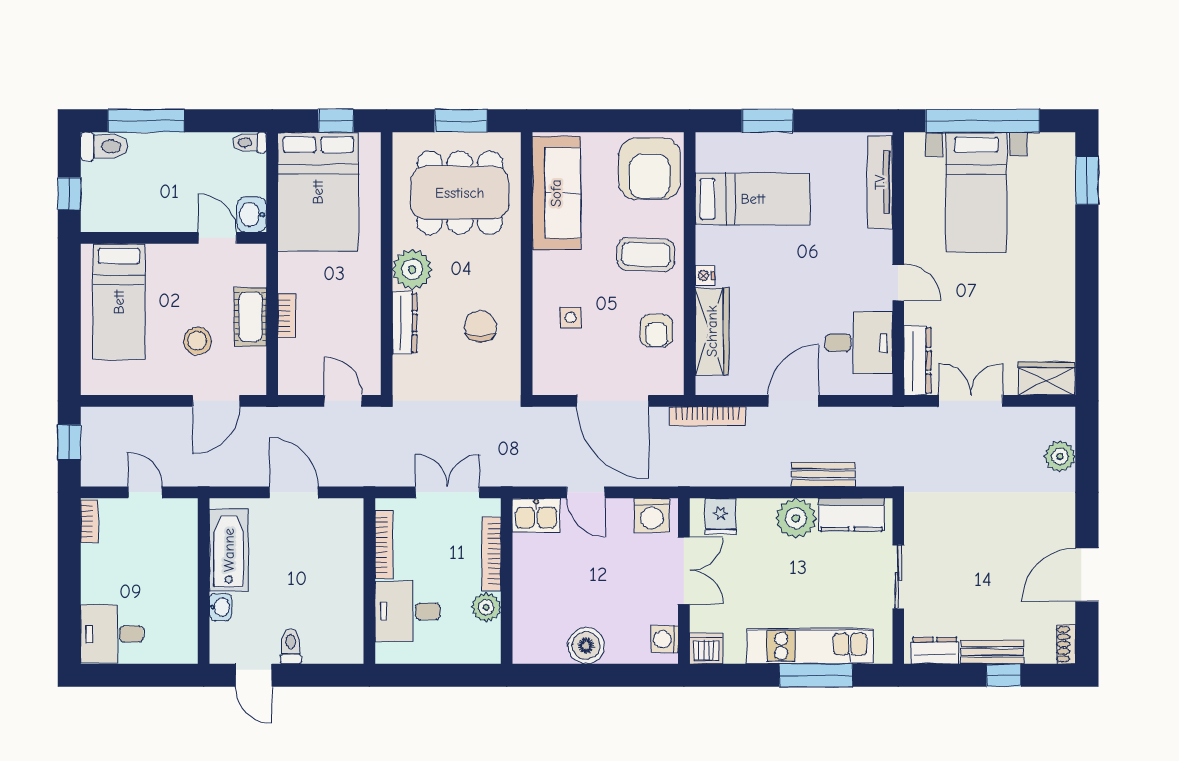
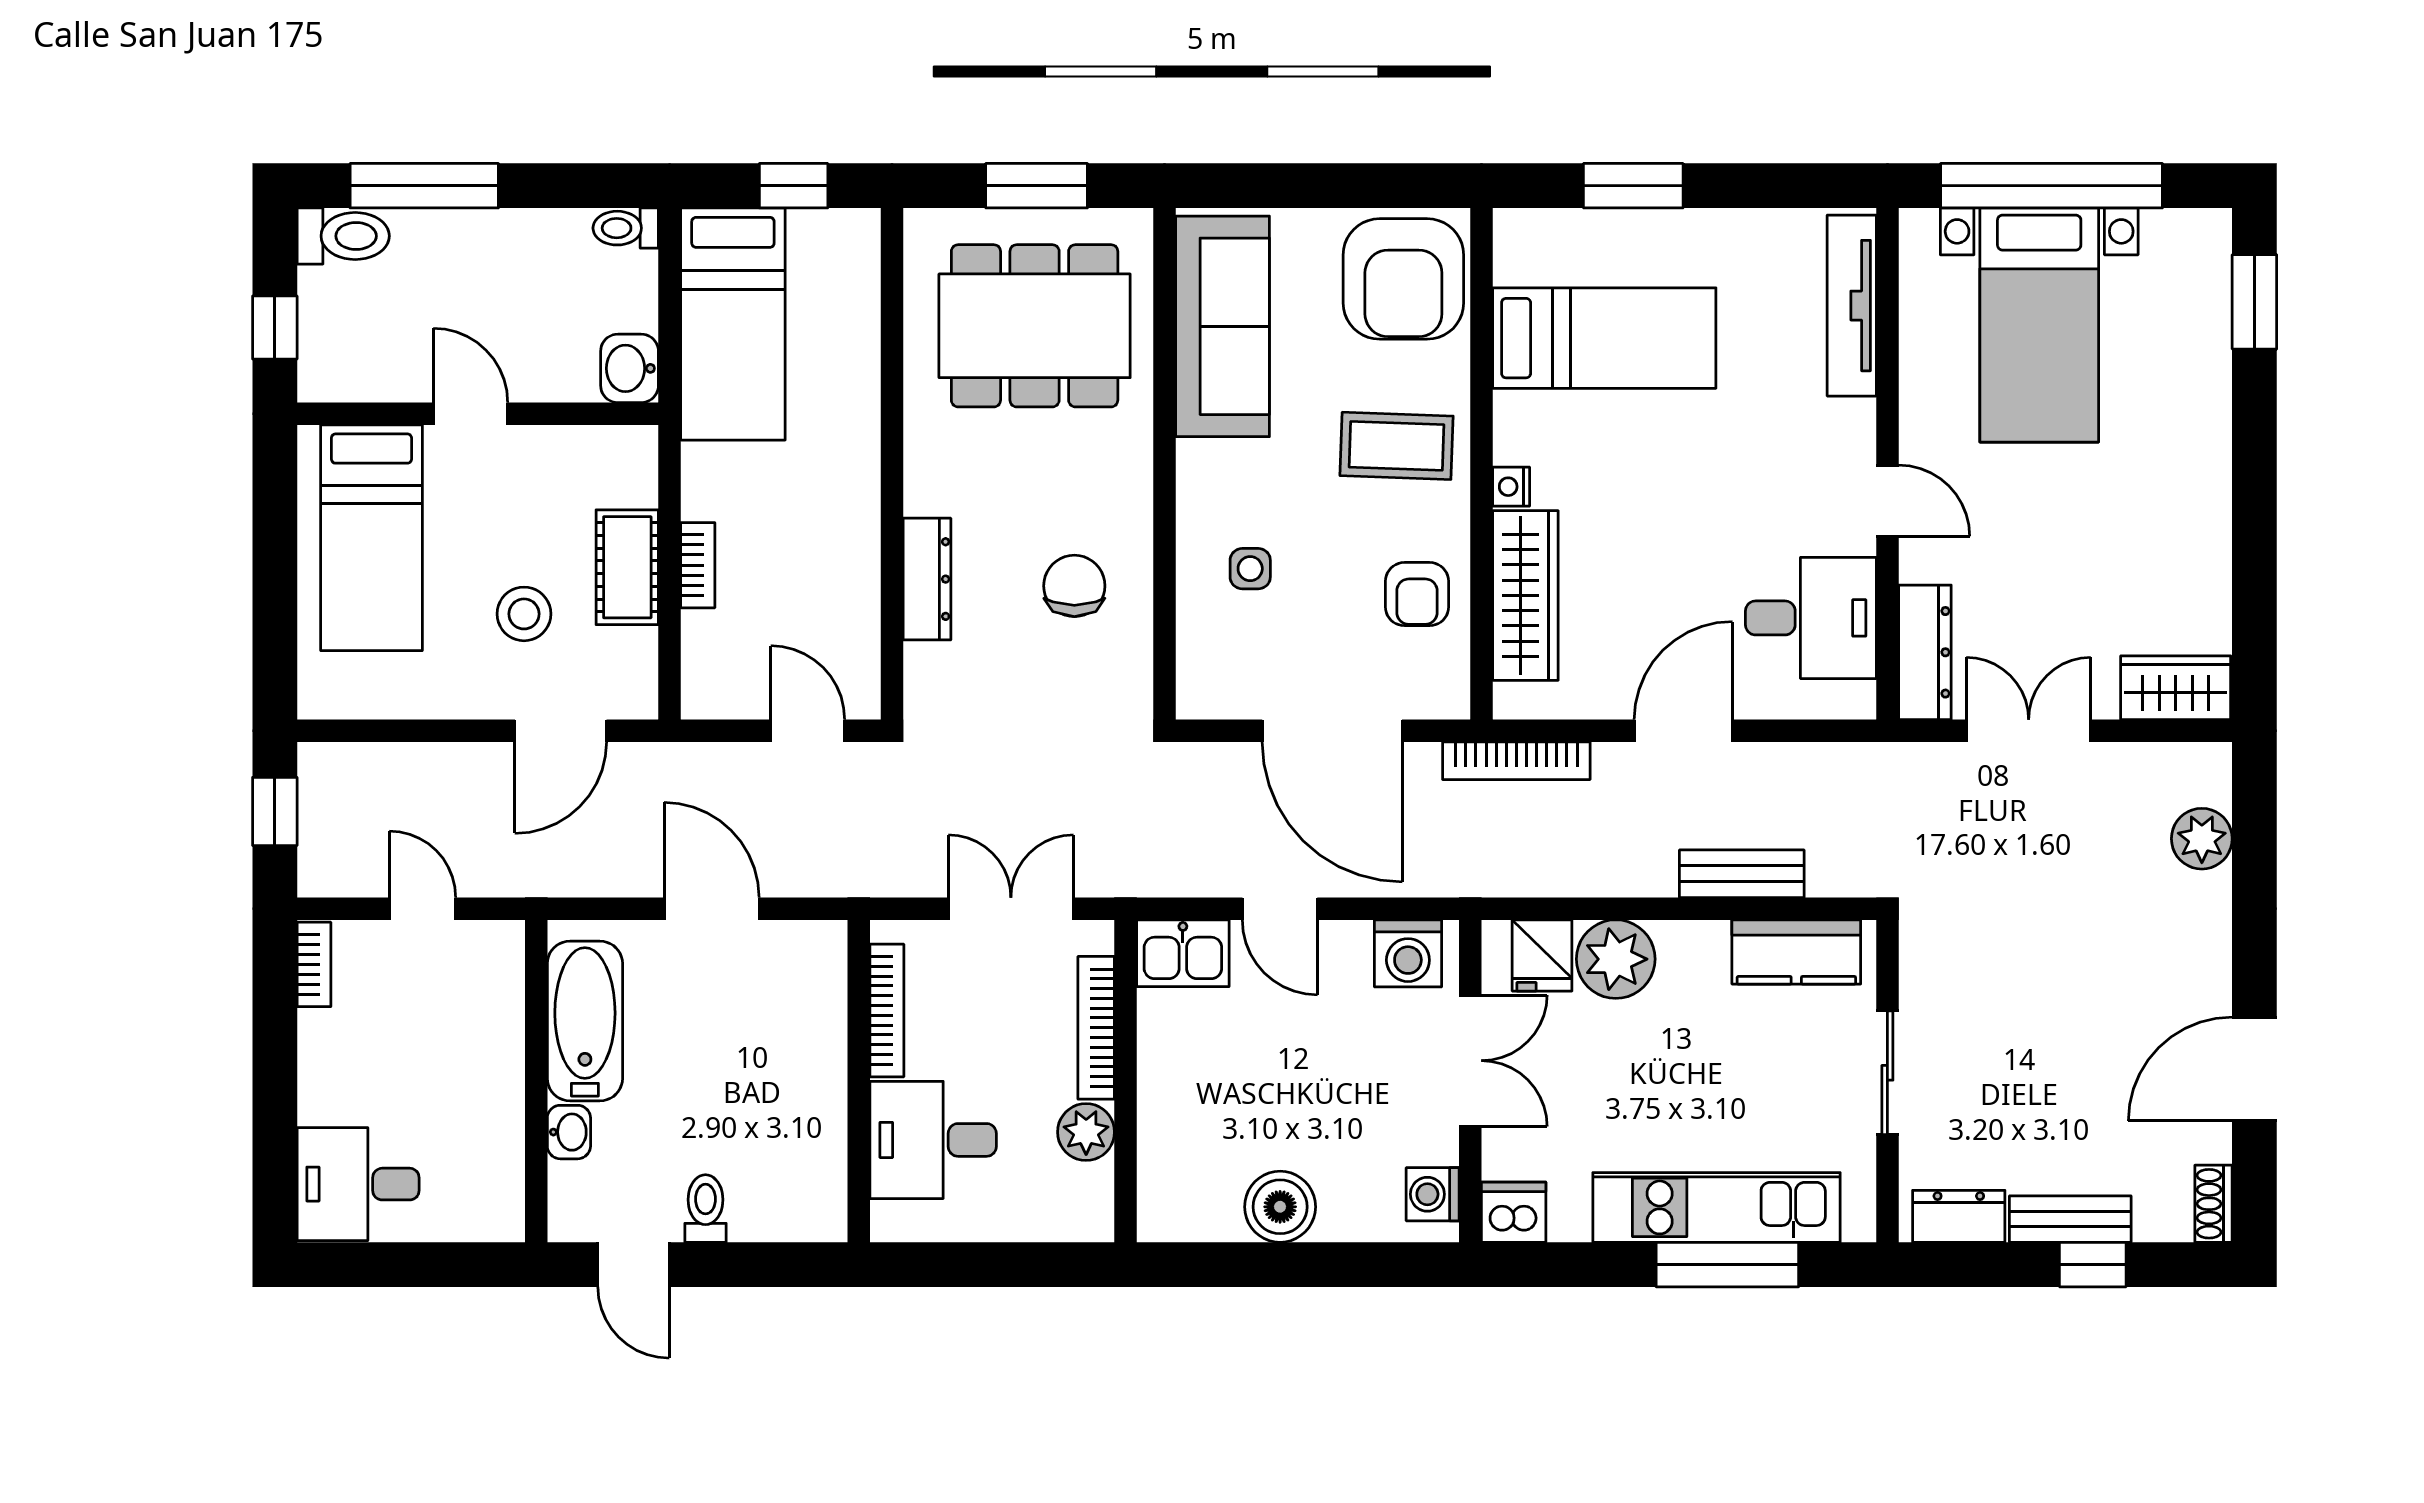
bed: (318, 192) -> (733, 324), width x0.67
door: (217, 238) -> (471, 414), moved
plant: (412, 269) -> (942, 475), removed
plant: (796, 518) -> (1616, 959), moved

